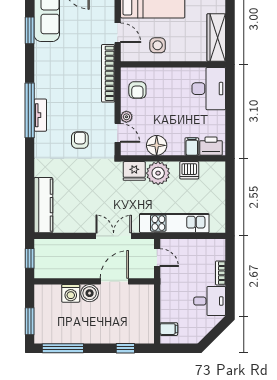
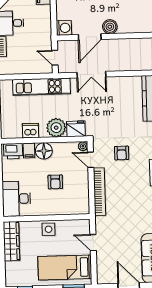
side table: (158, 45) -> (49, 229), moved
bookcase: (108, 73) -> (99, 192), moved
armchair: (137, 90) -> (55, 182), moved, turned 180
plant: (126, 117) -> (83, 146), moved
floor lamp: (157, 145) -> (44, 151), moved
washing machine: (71, 293) -> (64, 28), moved, turned 90

